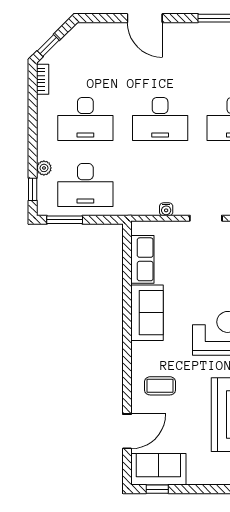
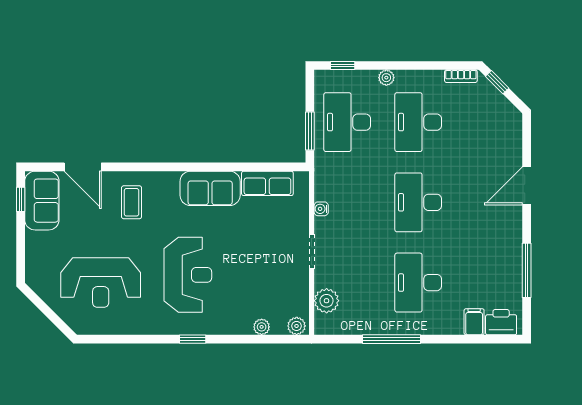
plant: (44, 168) -> (386, 78), moved
window: (65, 220) -> (310, 131), moved

